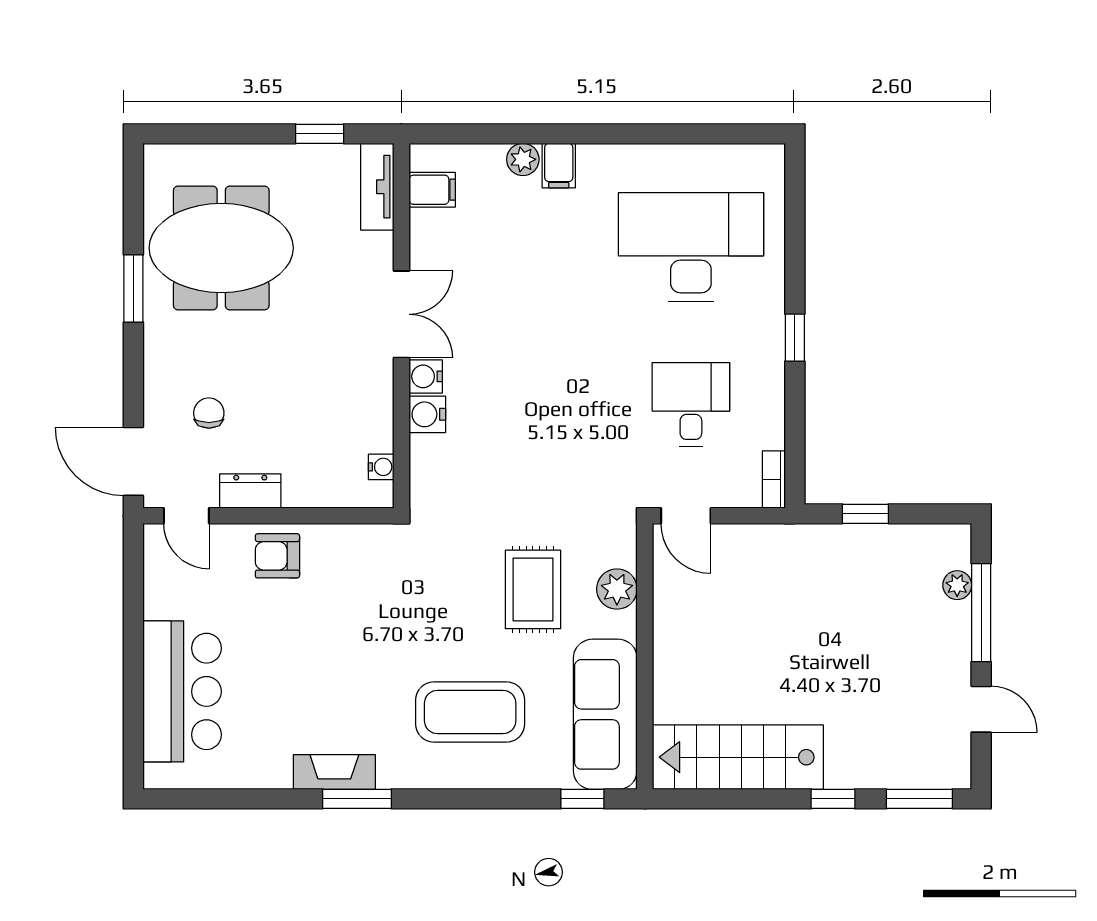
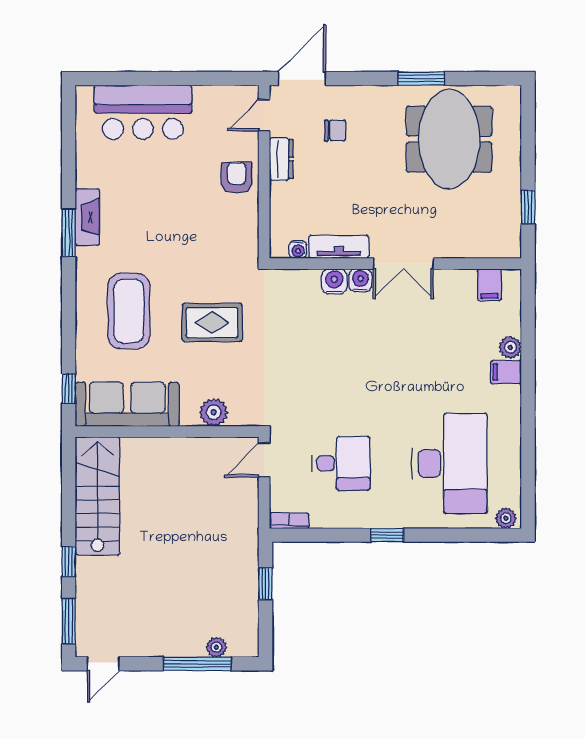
plant: (770, 166) -> (506, 518), added
tv unit: (377, 187) -> (339, 247), moved
rug: (533, 589) -> (212, 323), moved
door: (981, 709) -> (103, 664), moved

